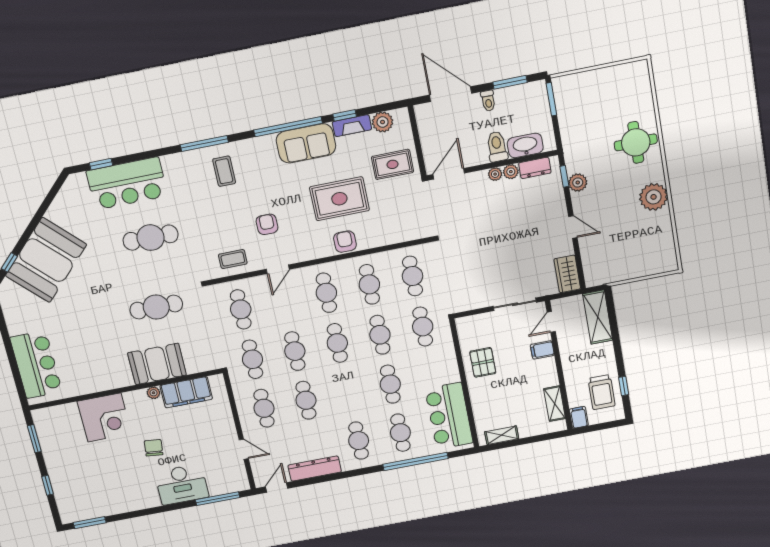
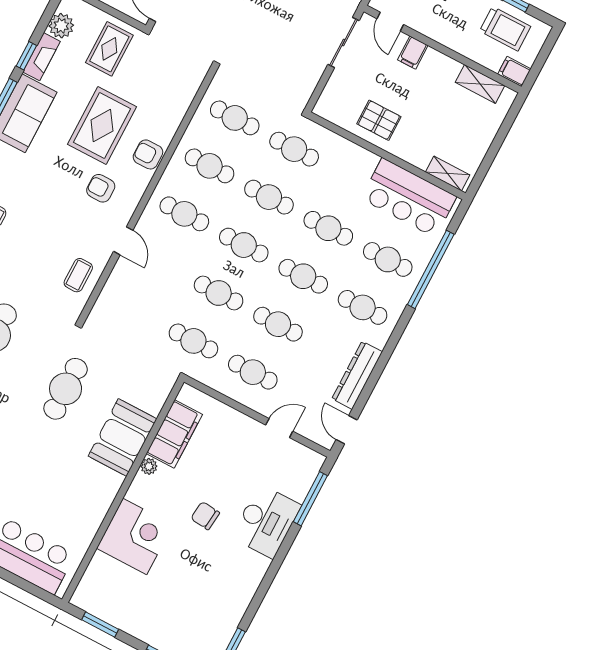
armchair: (267, 224) -> (101, 188), moved
cafe table: (241, 309) -> (303, 276), moved
shelving: (502, 435) -> (448, 174), moved, turned 90

